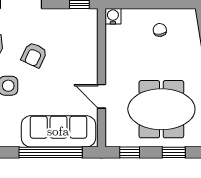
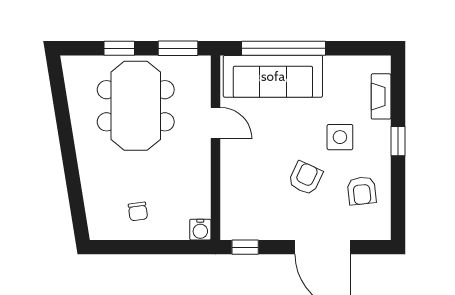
meeting table: (161, 109) -> (136, 106), turned 90
window: (130, 152) -> (178, 48), width x1.50

